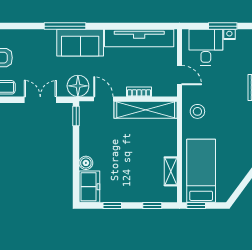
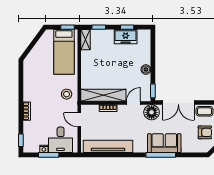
sofa: (80, 43) -> (164, 143), moved
door: (103, 99) -> (133, 103), swing flipped
double door: (40, 100) -> (178, 102), width x1.37
boiler: (86, 163) -> (146, 70), moved
shelving: (171, 171) -> (86, 40), moved
freezer: (89, 187) -> (126, 37), moved, turned -90

